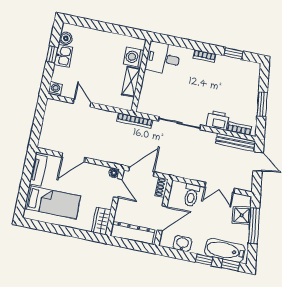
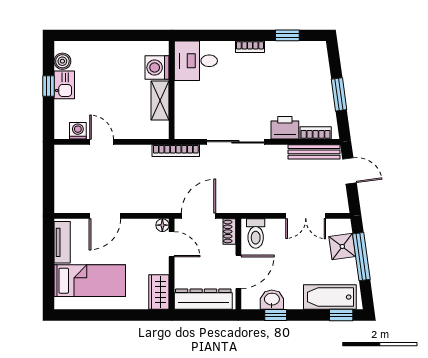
washing machine: (55, 89) -> (78, 131), moved
toilet: (191, 195) -> (256, 234), moved
window: (204, 260) -> (276, 315), moved

